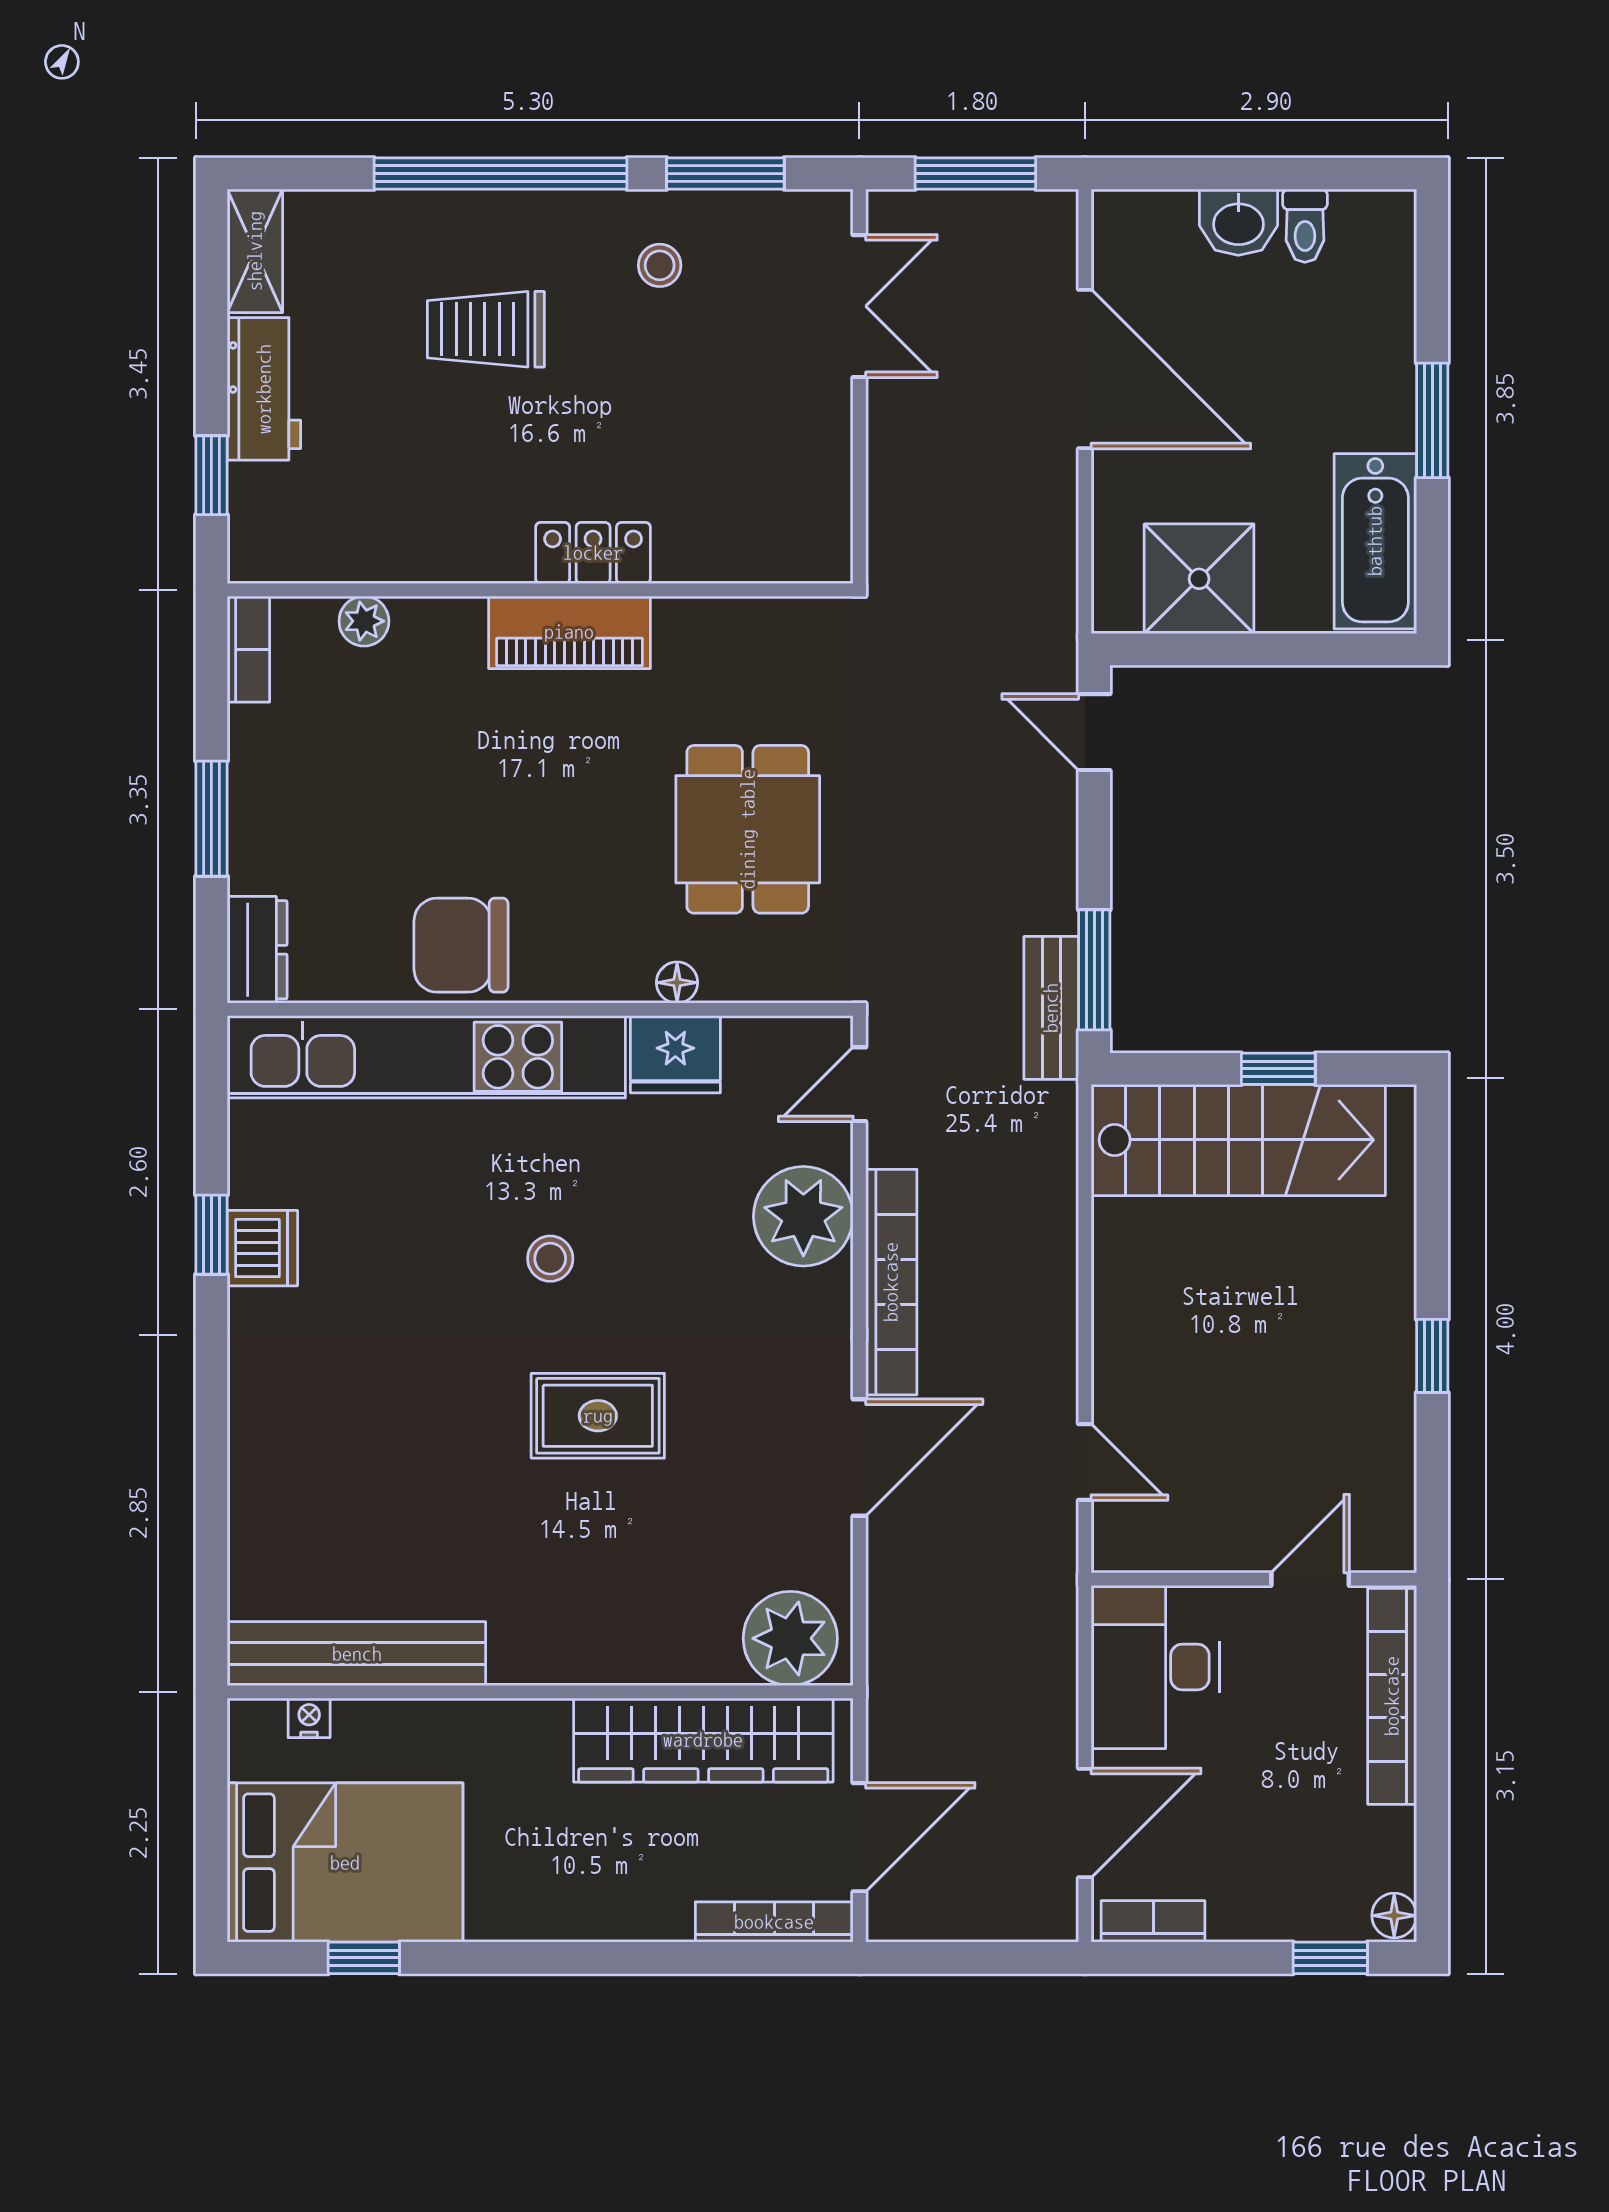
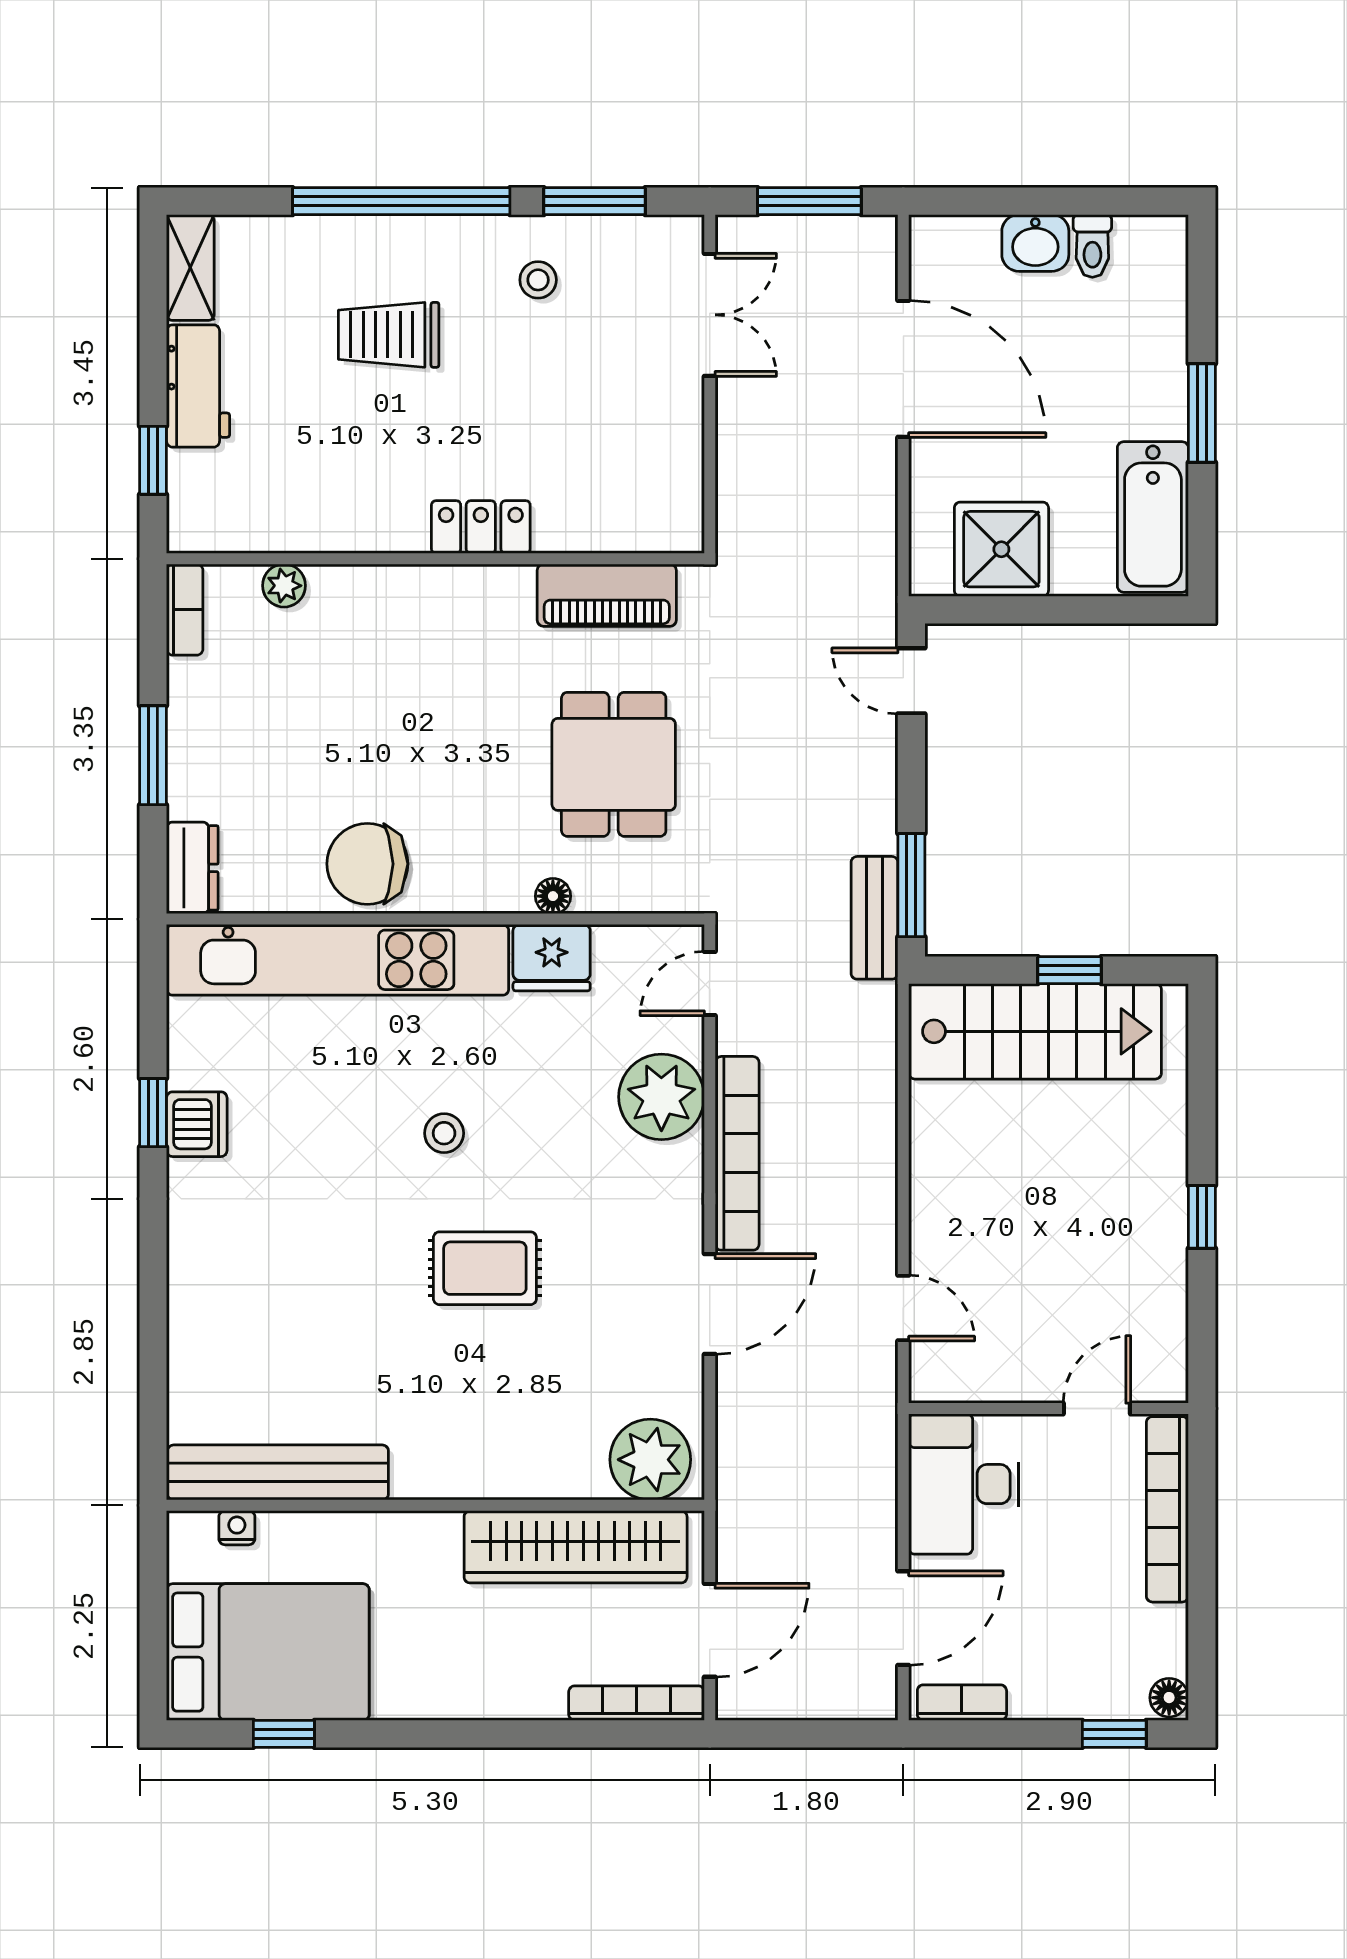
piano: (569, 632) -> (607, 595), moved

